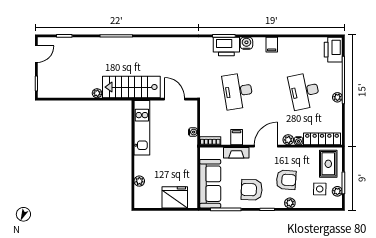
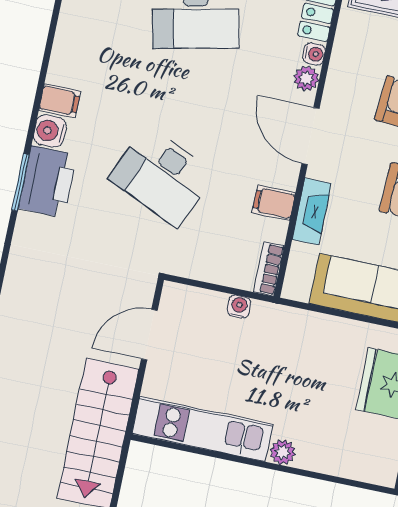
filing cabinet: (272, 45) -> (60, 101), moved
desk: (238, 91) -> (162, 176), turned 33
plant: (139, 181) -> (283, 452), moved

